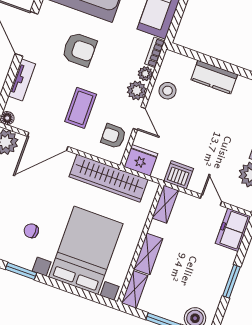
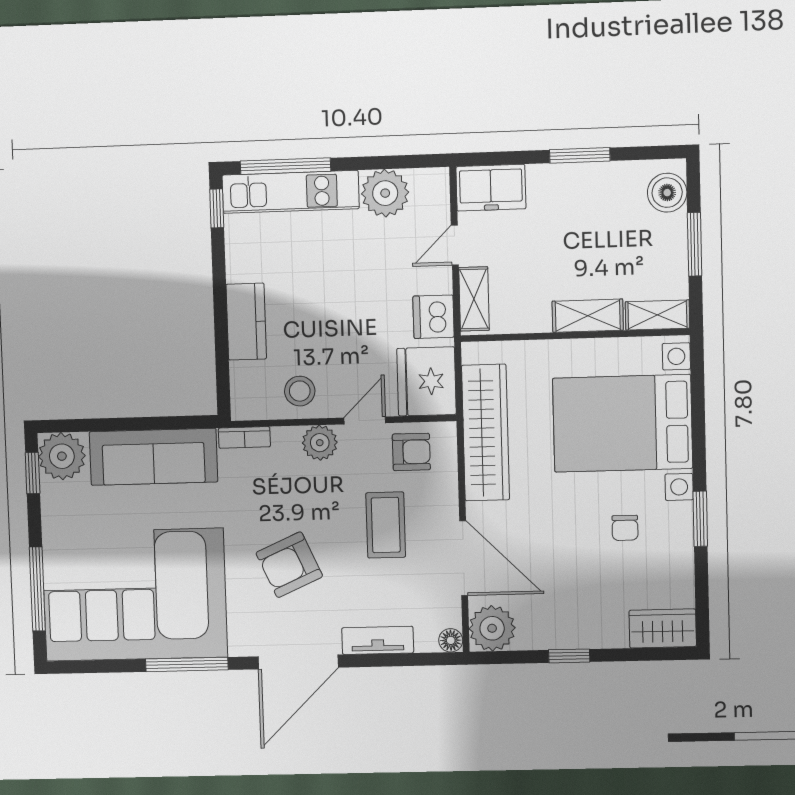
armchair: (79, 49) -> (289, 565), turned -114
plant: (145, 74) -> (286, 439), removed
coffee table: (81, 108) -> (386, 525), turned 90
armchair: (113, 136) -> (411, 452), turned -90
fridge: (141, 160) -> (427, 381), width x1.36, depth x1.34
shelving: (165, 204) -> (474, 299), moved, turned 90

